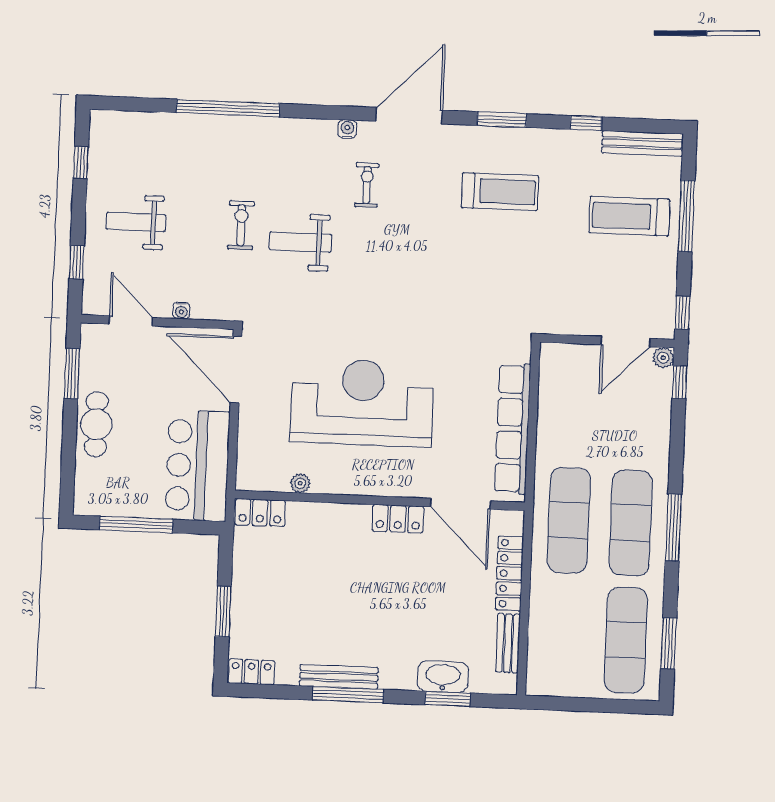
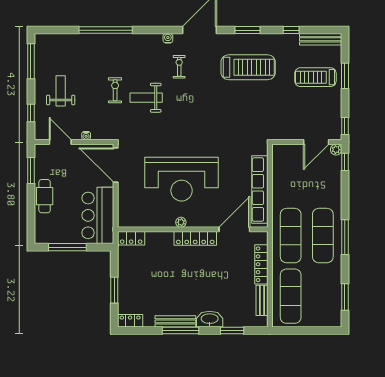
window: (81, 162) -> (31, 61), width x2.17
treadmill: (500, 192) -> (248, 67), width x1.37, depth x1.38
window: (687, 216) -> (345, 76), width x0.69
weight bench: (136, 222) -> (61, 91), turned 90
reception desk: (362, 402) -> (182, 179), turned 180
plant: (300, 483) -> (181, 222), moved
door: (461, 504) -> (234, 229), swing flipped
locker: (398, 519) -> (195, 238), width x1.53
exercise mat: (626, 640) -> (291, 296), moved
washbasin: (443, 677) -> (210, 319), moved

